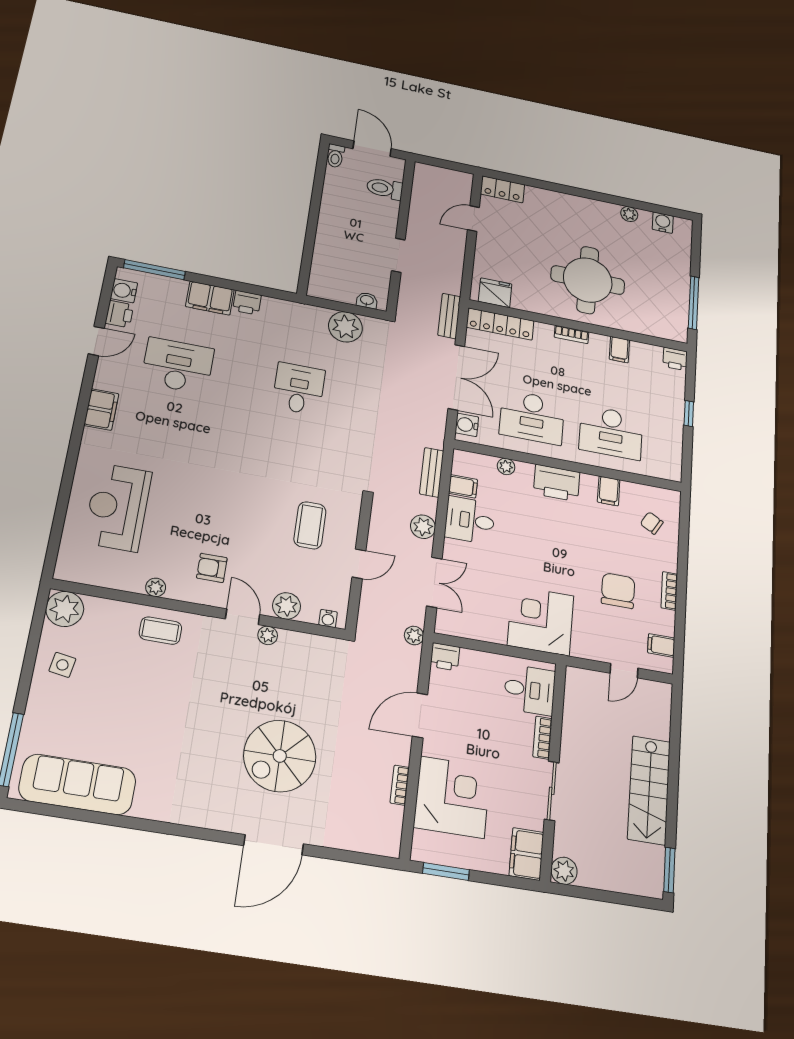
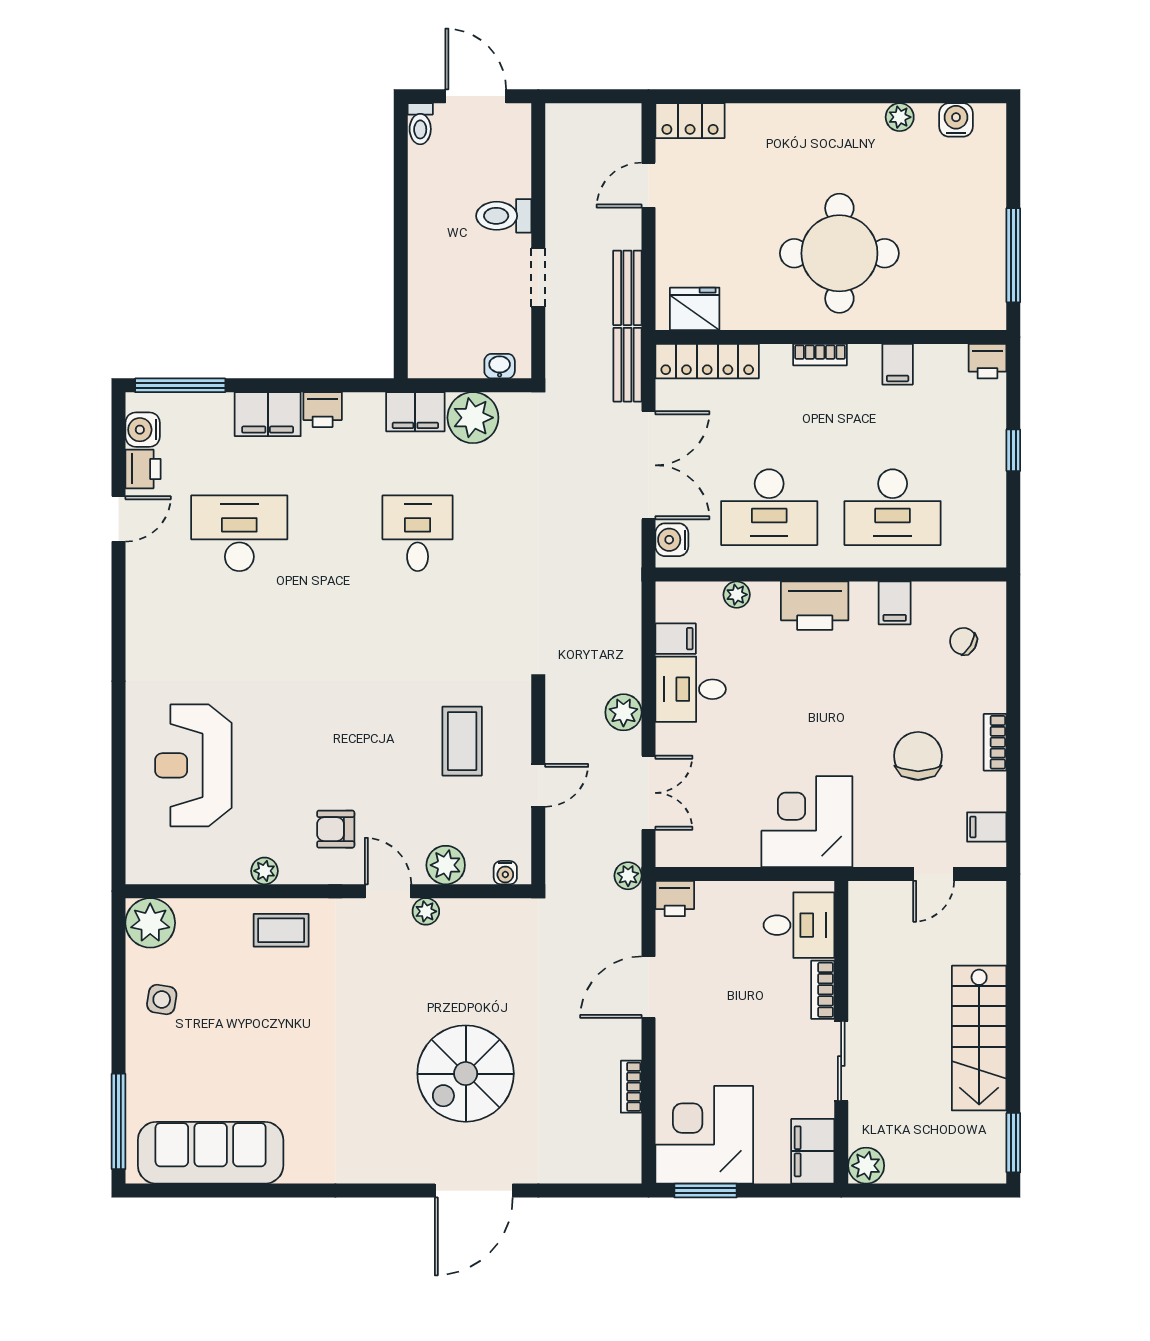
toilet: (385, 189) -> (504, 216), moved
filing cabinet: (101, 409) -> (415, 412), moved, turned 90
bench: (432, 472) -> (627, 288), moved
corner desk: (452, 797) -> (704, 1135), moved, turned -90

